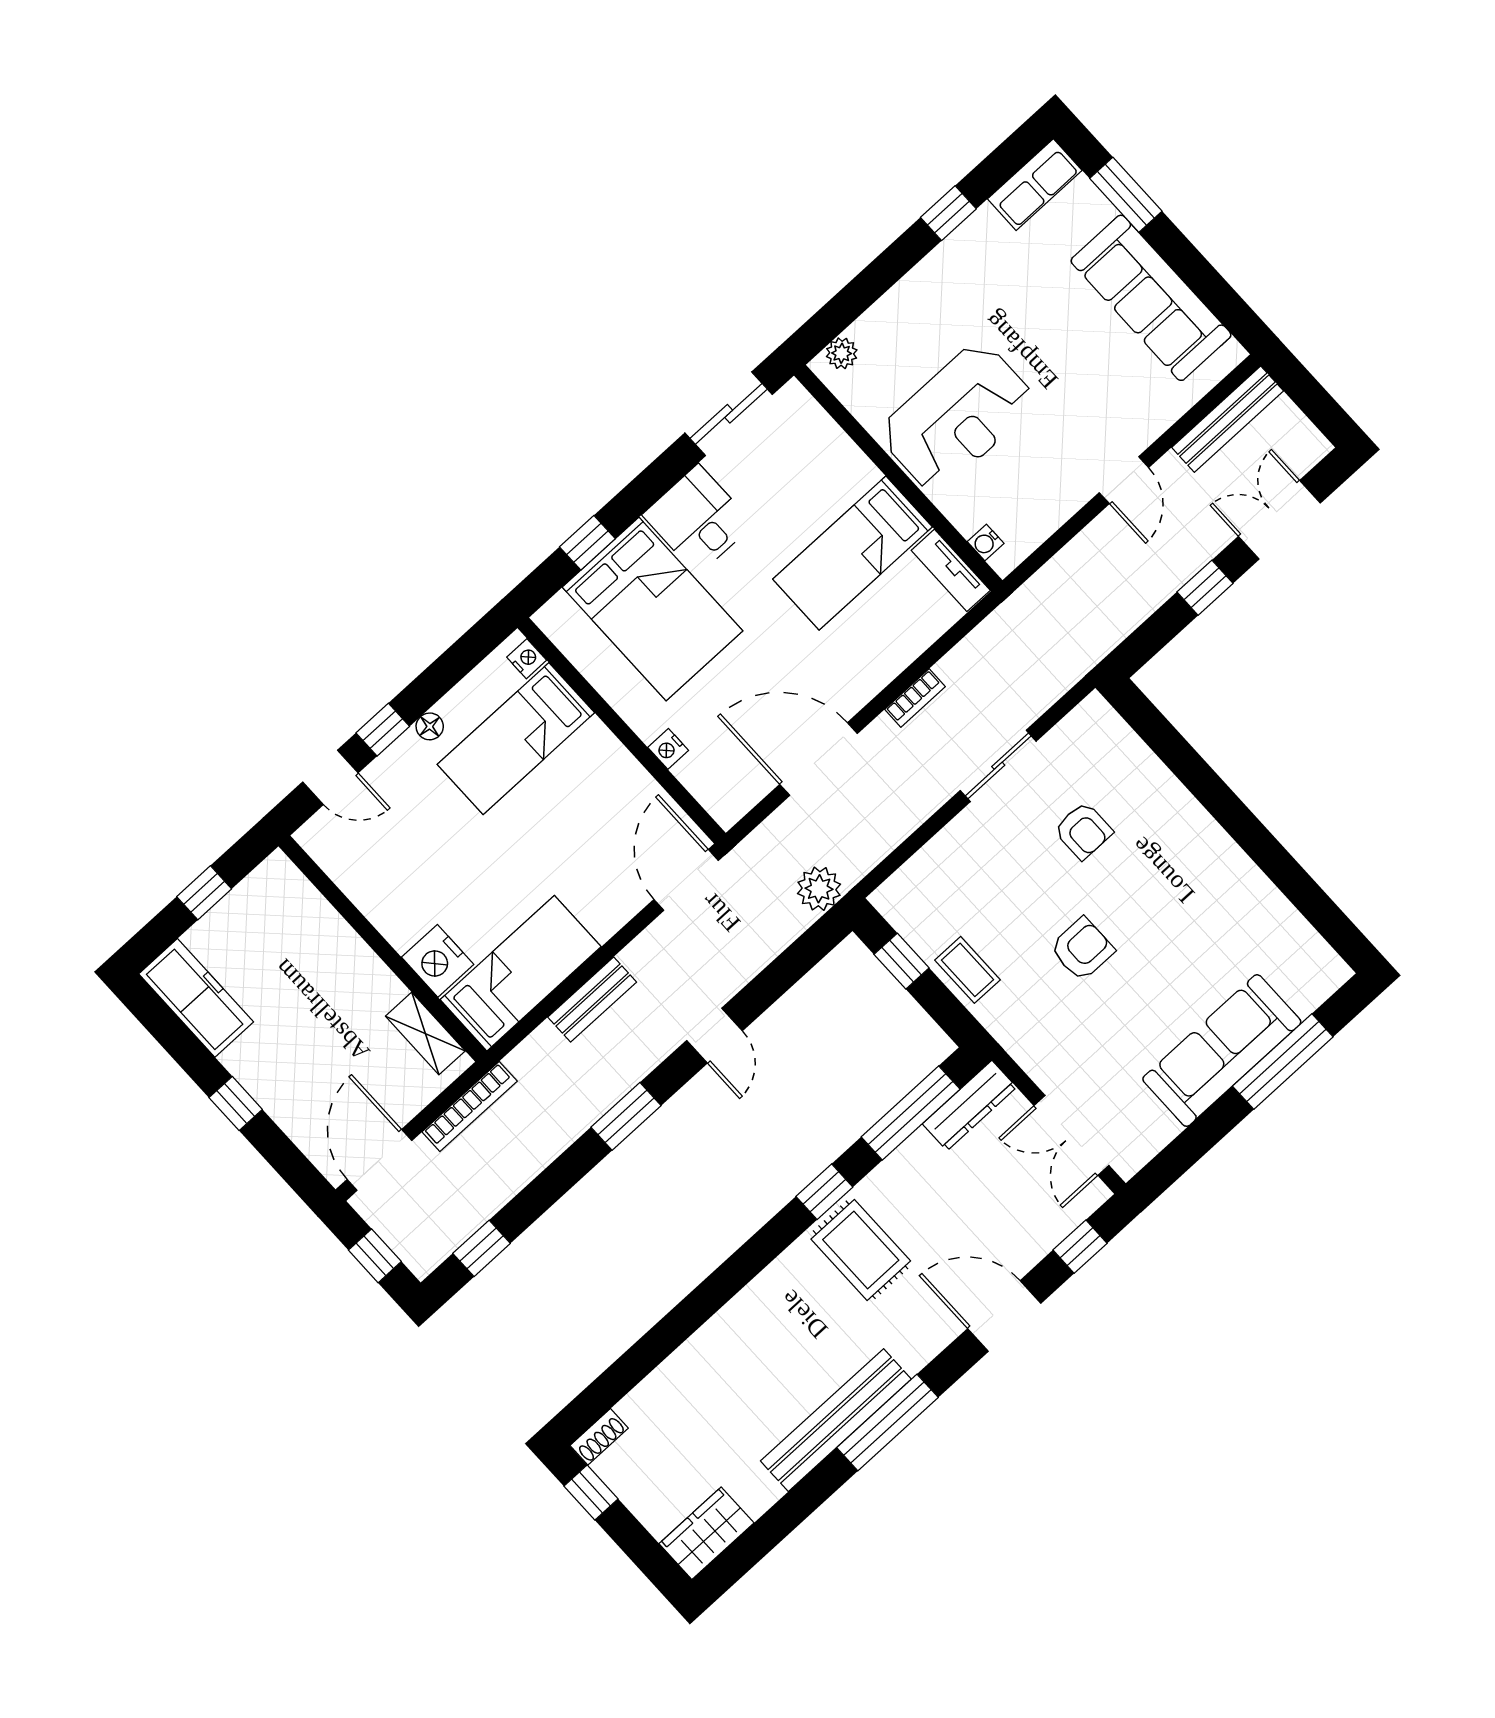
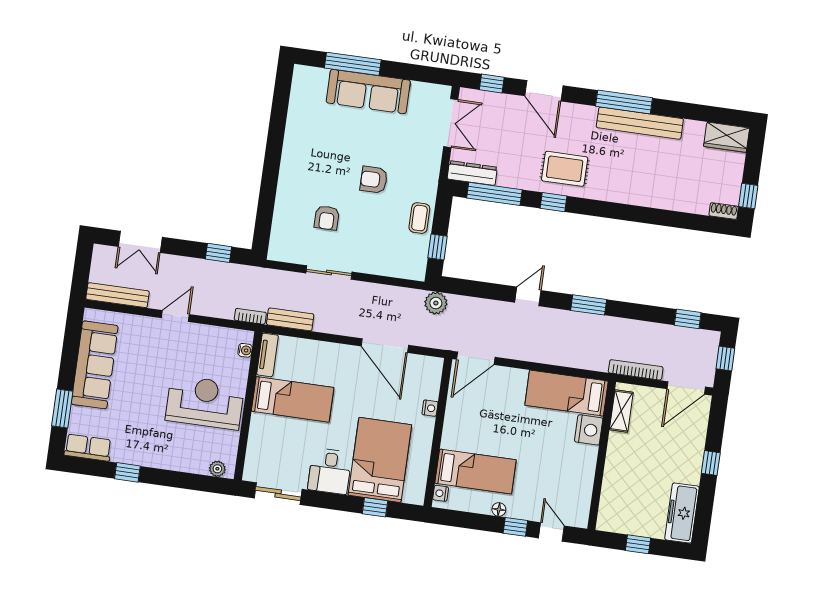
window: (1205, 588) -> (219, 253), moved
bookcase: (915, 698) -> (250, 316), moved
armchair: (1083, 831) -> (327, 218), turned 180
bench: (592, 1000) -> (290, 319), moved
rug: (861, 1250) -> (565, 169), turned 90

